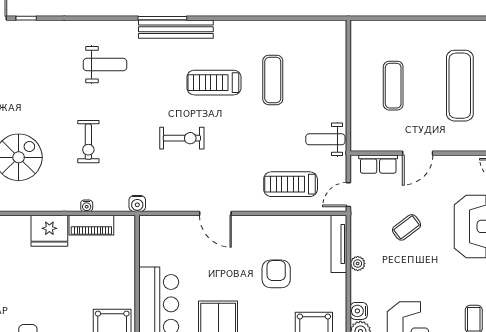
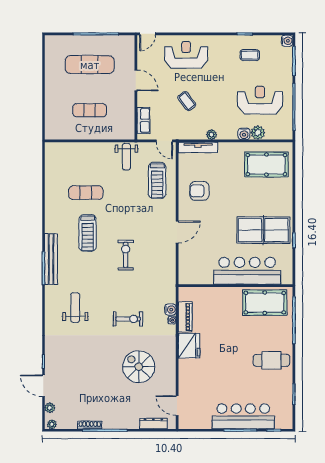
door: (418, 153) -> (136, 80), moved
water cooler: (137, 204) -> (170, 310), moved
armchair: (276, 274) -> (199, 191), moved

